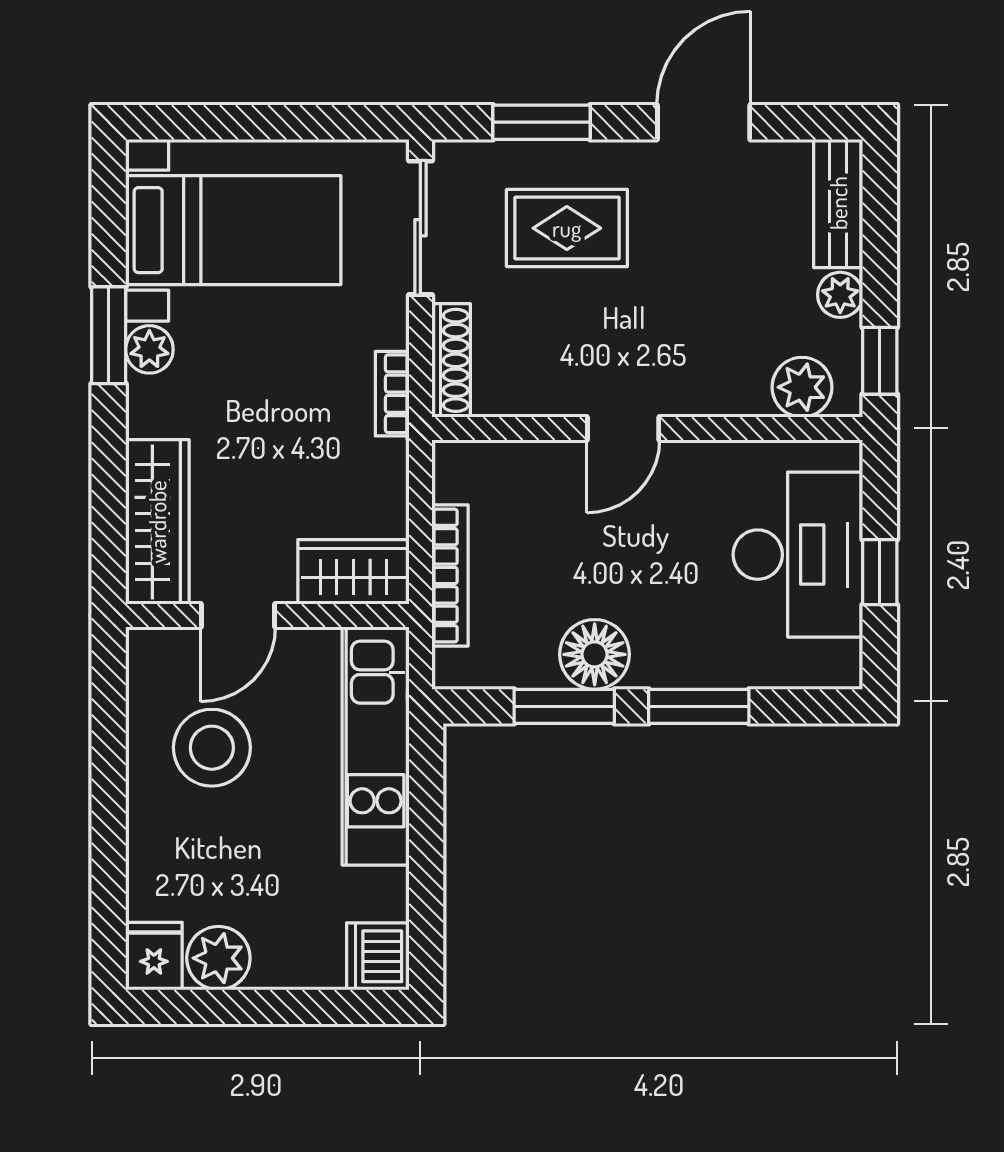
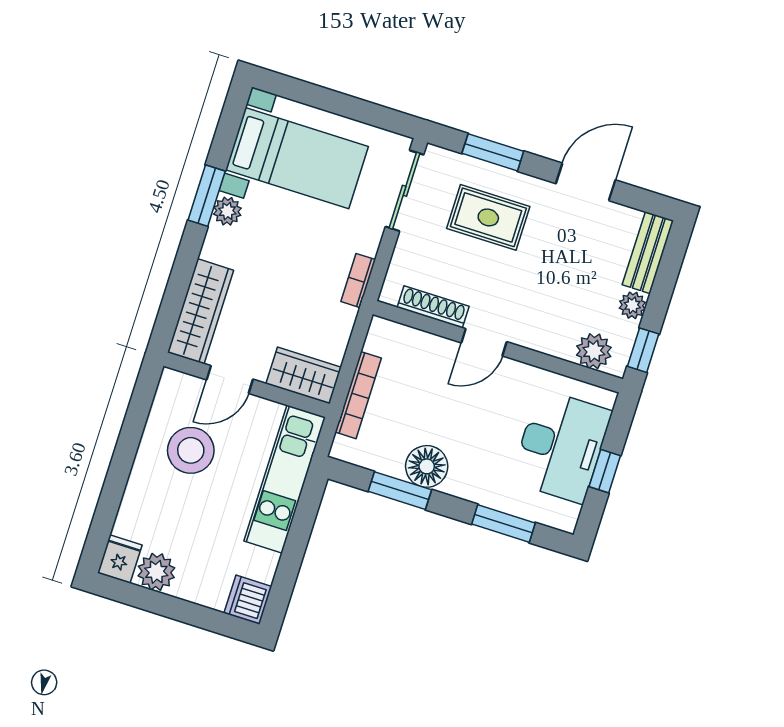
shoe rack: (451, 360) -> (433, 307), moved, turned -90
window: (699, 706) -> (503, 523), moved

